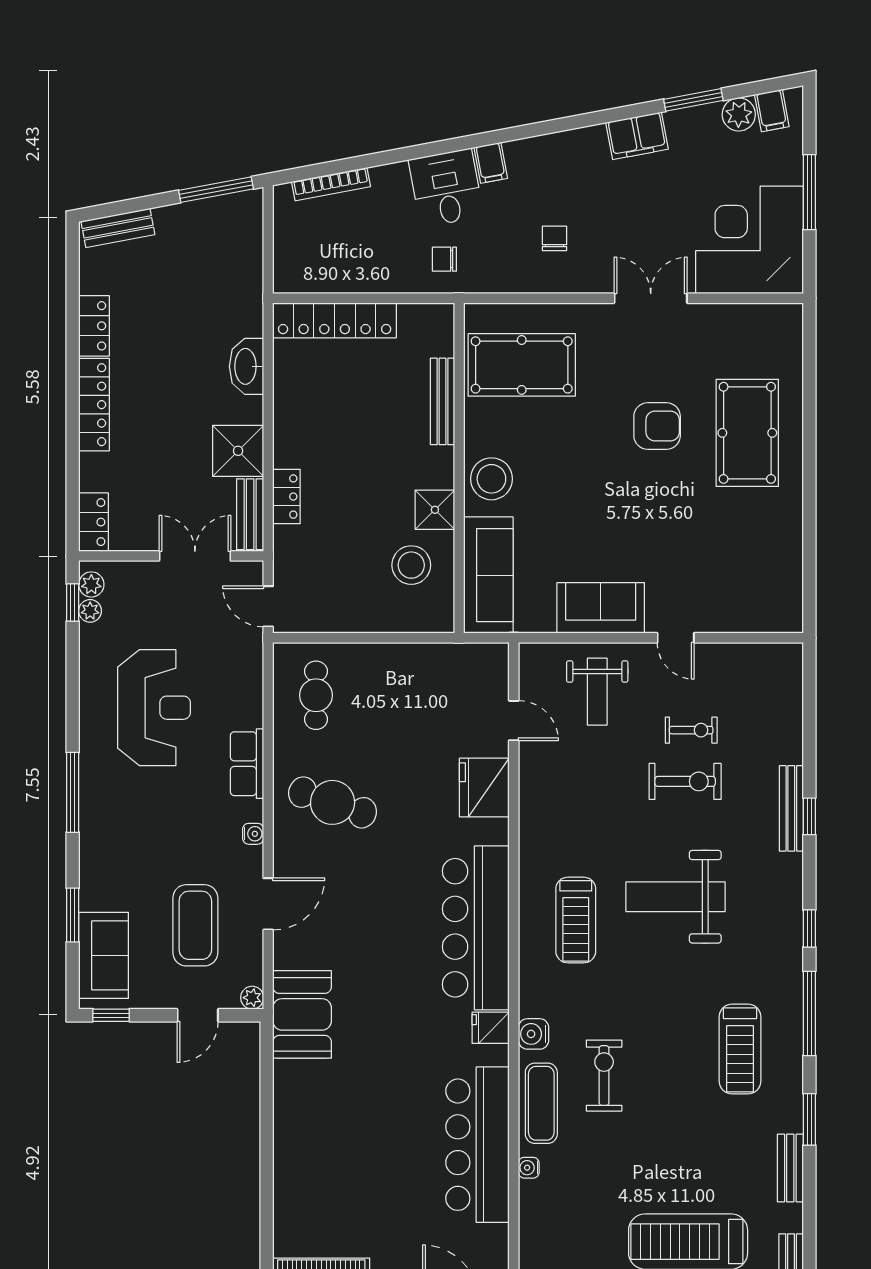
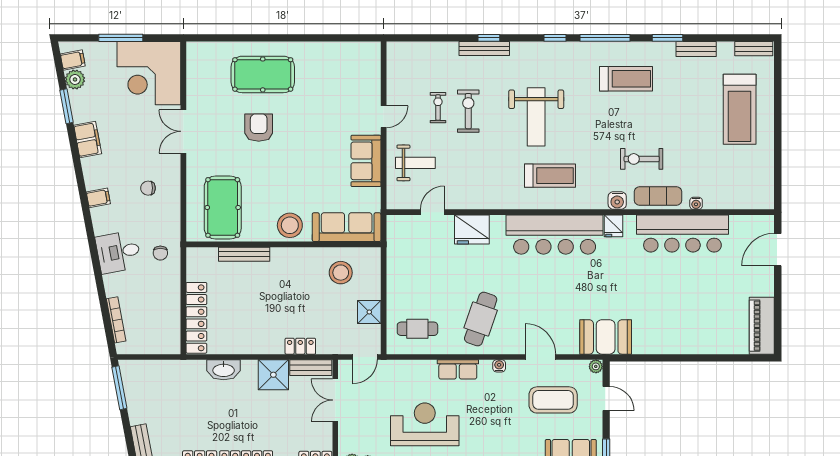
filing cabinet: (491, 163) -> (98, 198), moved
shower: (435, 510) -> (369, 312), moved

